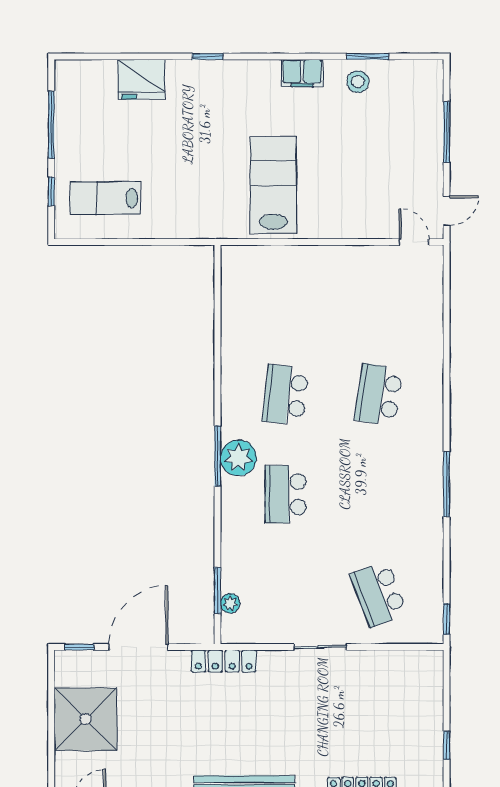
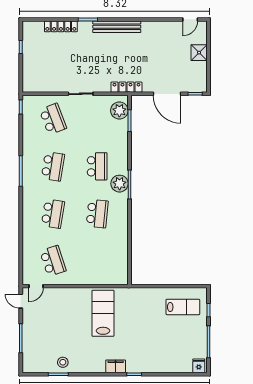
filing cabinet: (302, 73) -> (116, 366), moved
fridge: (141, 79) -> (199, 366), moved, width x0.53, depth x0.75
lab bench: (273, 185) -> (103, 313), turned 180
door: (447, 210) -> (21, 301), hinge flipped
door: (414, 242) -> (36, 286), hinge flipped
school desk: (379, 295) -> (53, 261), added
school desk: (379, 494) -> (53, 166), added
plant: (230, 603) -> (119, 111), width x1.87, depth x1.87
door: (139, 647) -> (167, 94), hinge flipped
shower: (86, 719) -> (199, 53), width x0.54, depth x0.54

